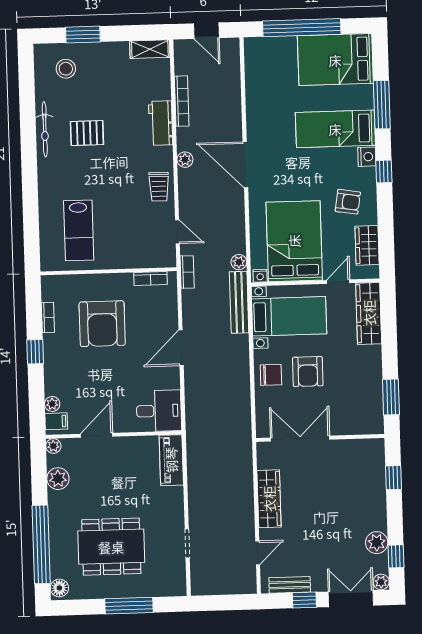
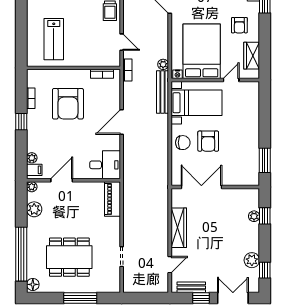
armchair: (348, 202) -> (239, 25), turned 81
wardrobe: (369, 313) -> (251, 102), removed
plant: (381, 582) -> (254, 216), moved

